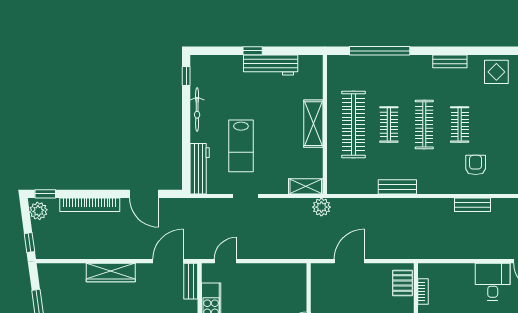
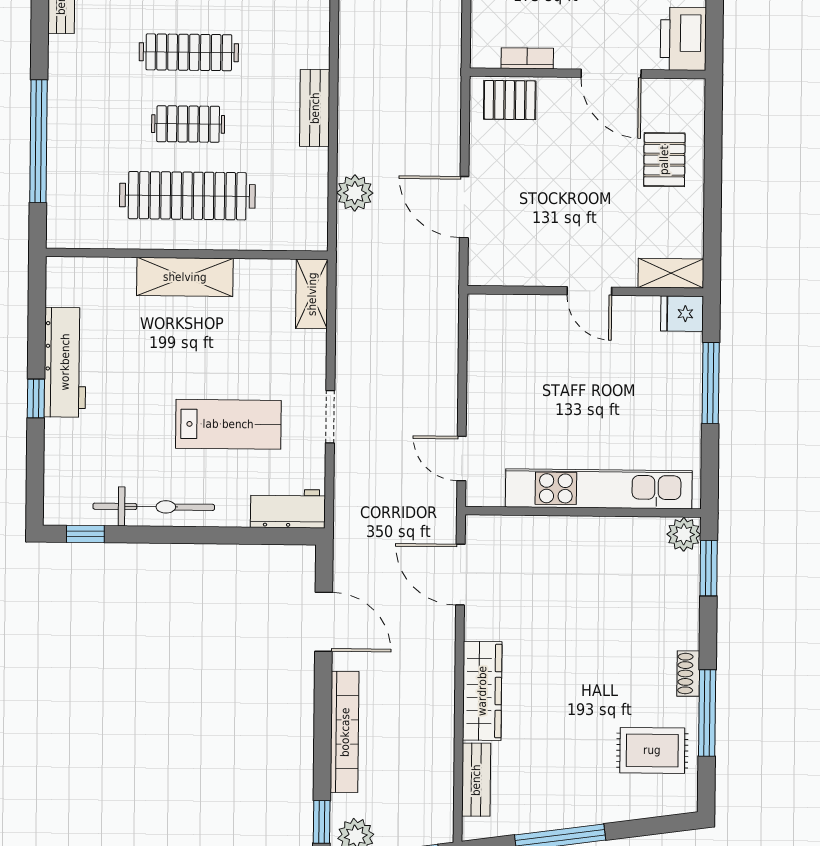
bicycle: (197, 109) -> (154, 507), width x1.37, depth x1.40
workbench: (200, 169) -> (288, 509), width x0.73
door: (144, 194) -> (324, 622), hinge flipped
plant: (321, 207) -> (355, 193), moved
bench: (191, 281) -> (476, 780), moved, turned 90

